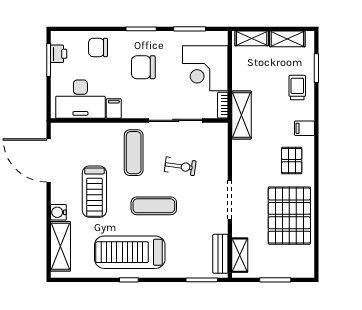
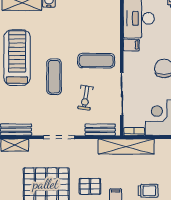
shelving: (242, 115) -> (126, 147), width x1.47
bench: (221, 148) -> (100, 130), added
treadmill: (94, 192) -> (65, 30), removed

